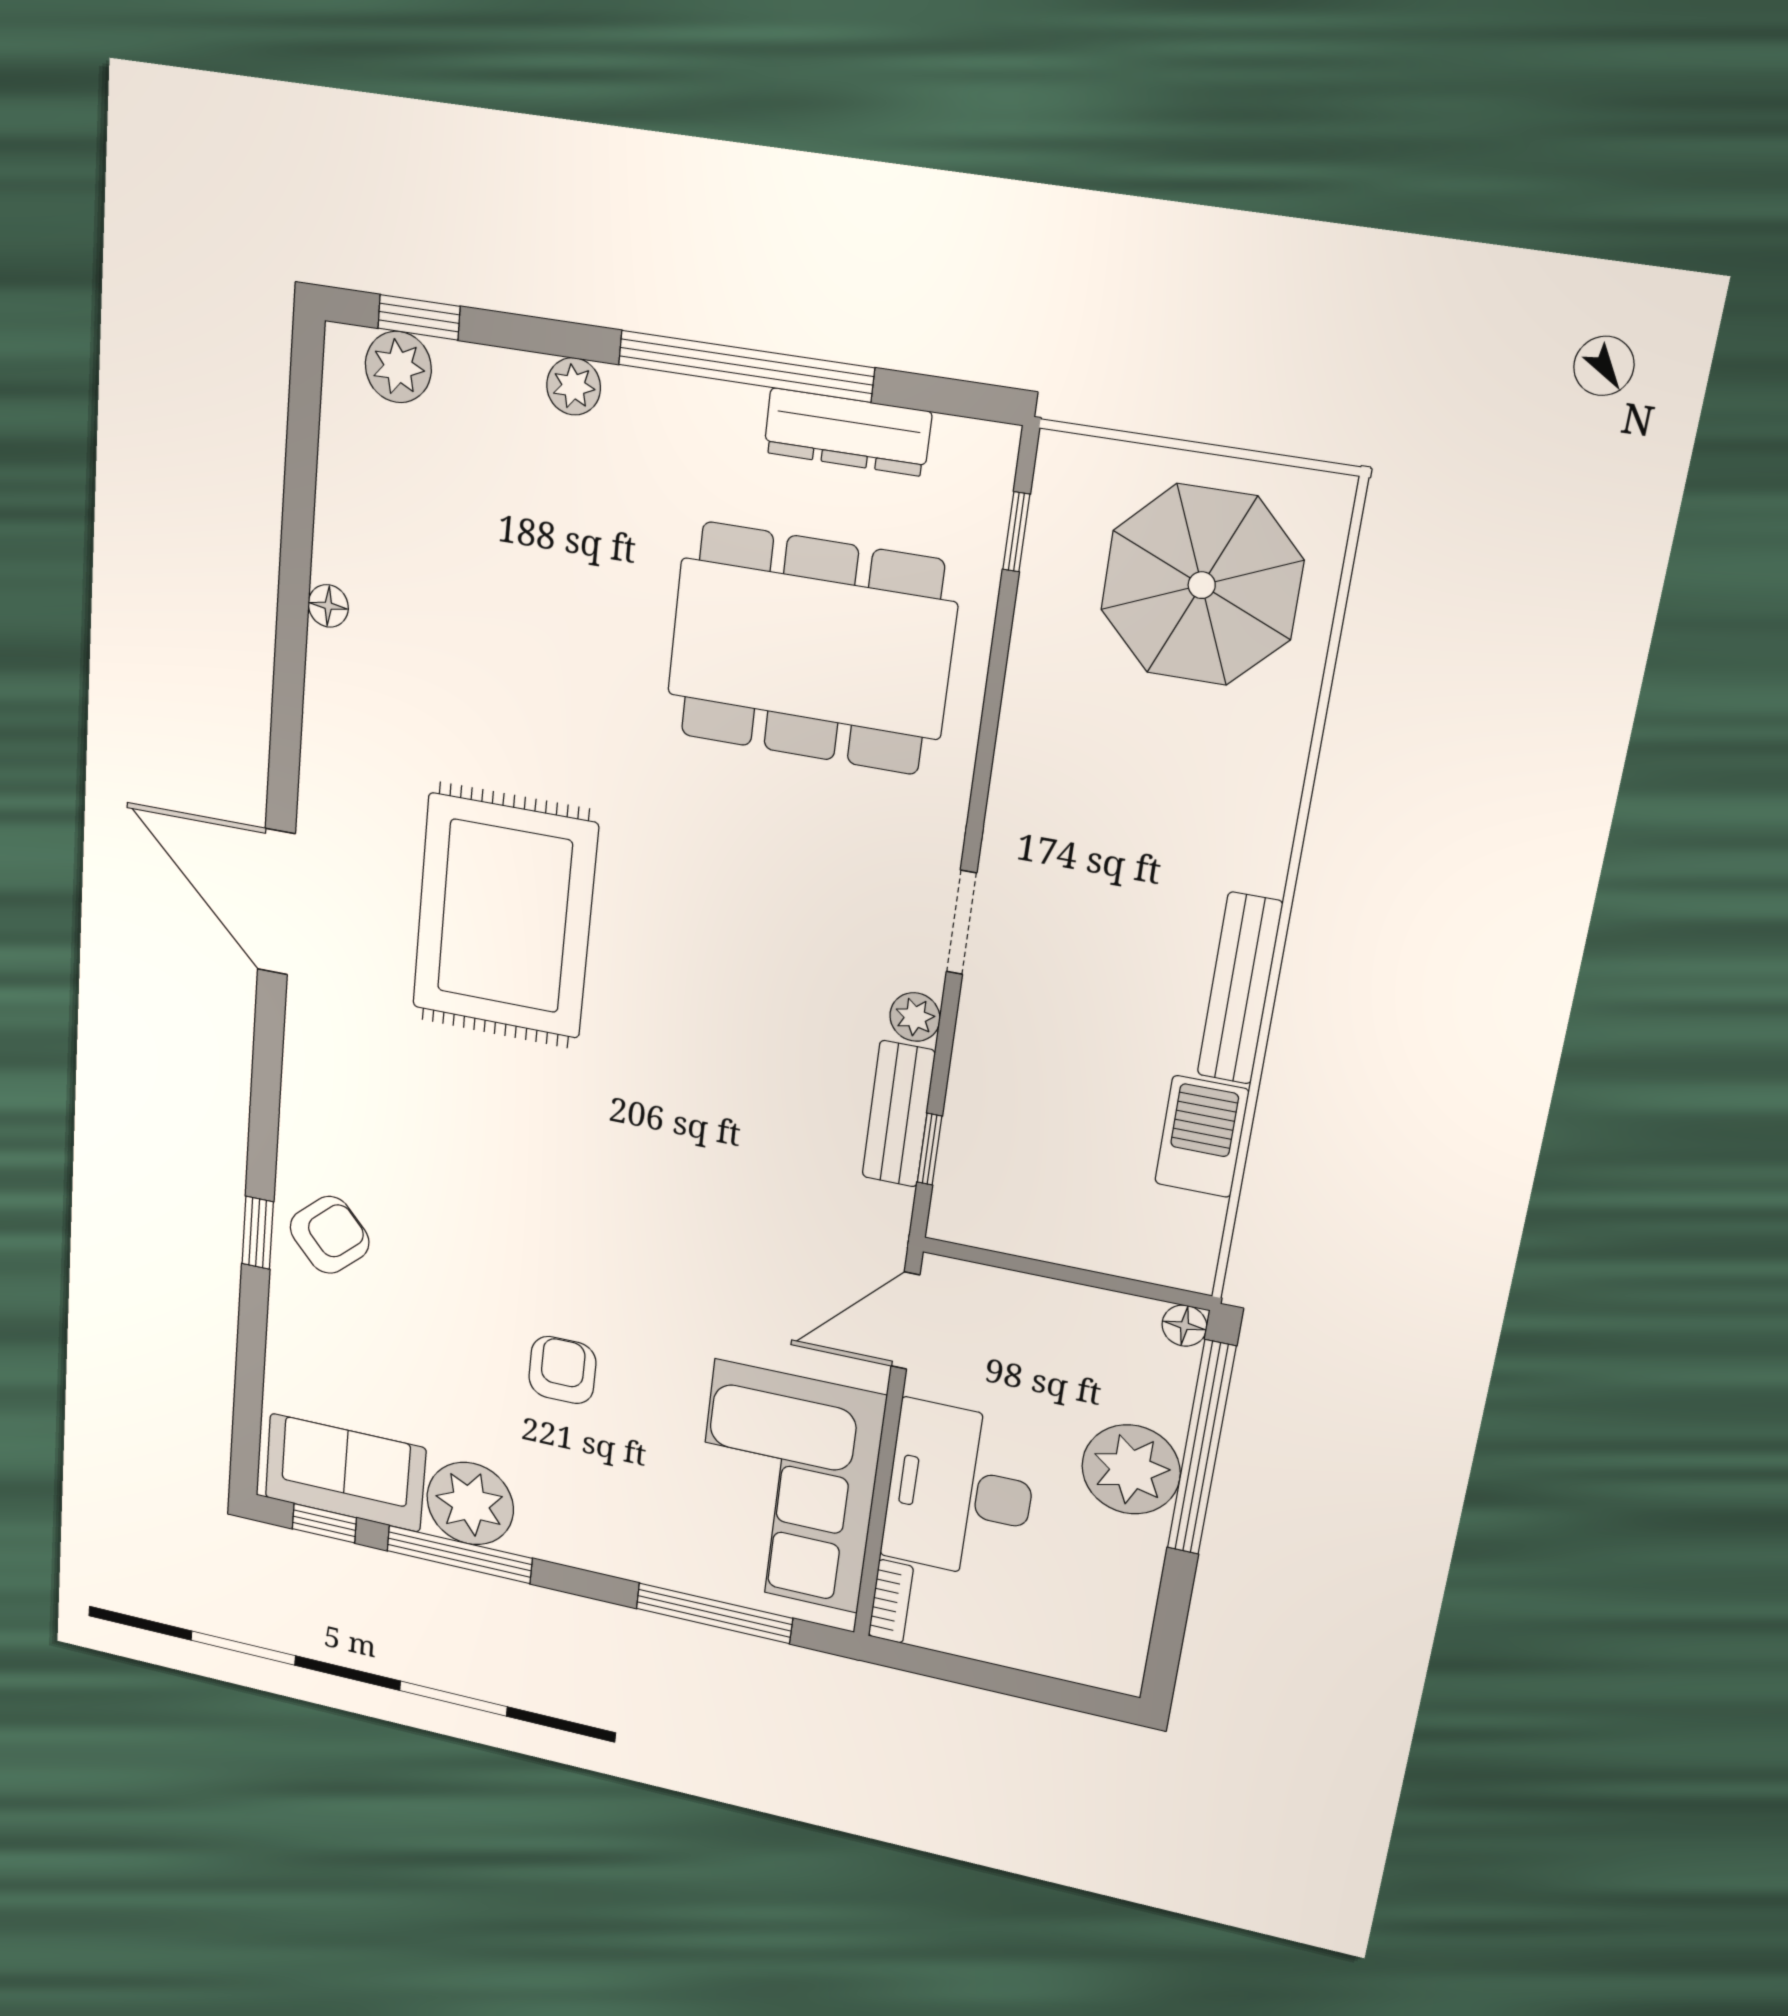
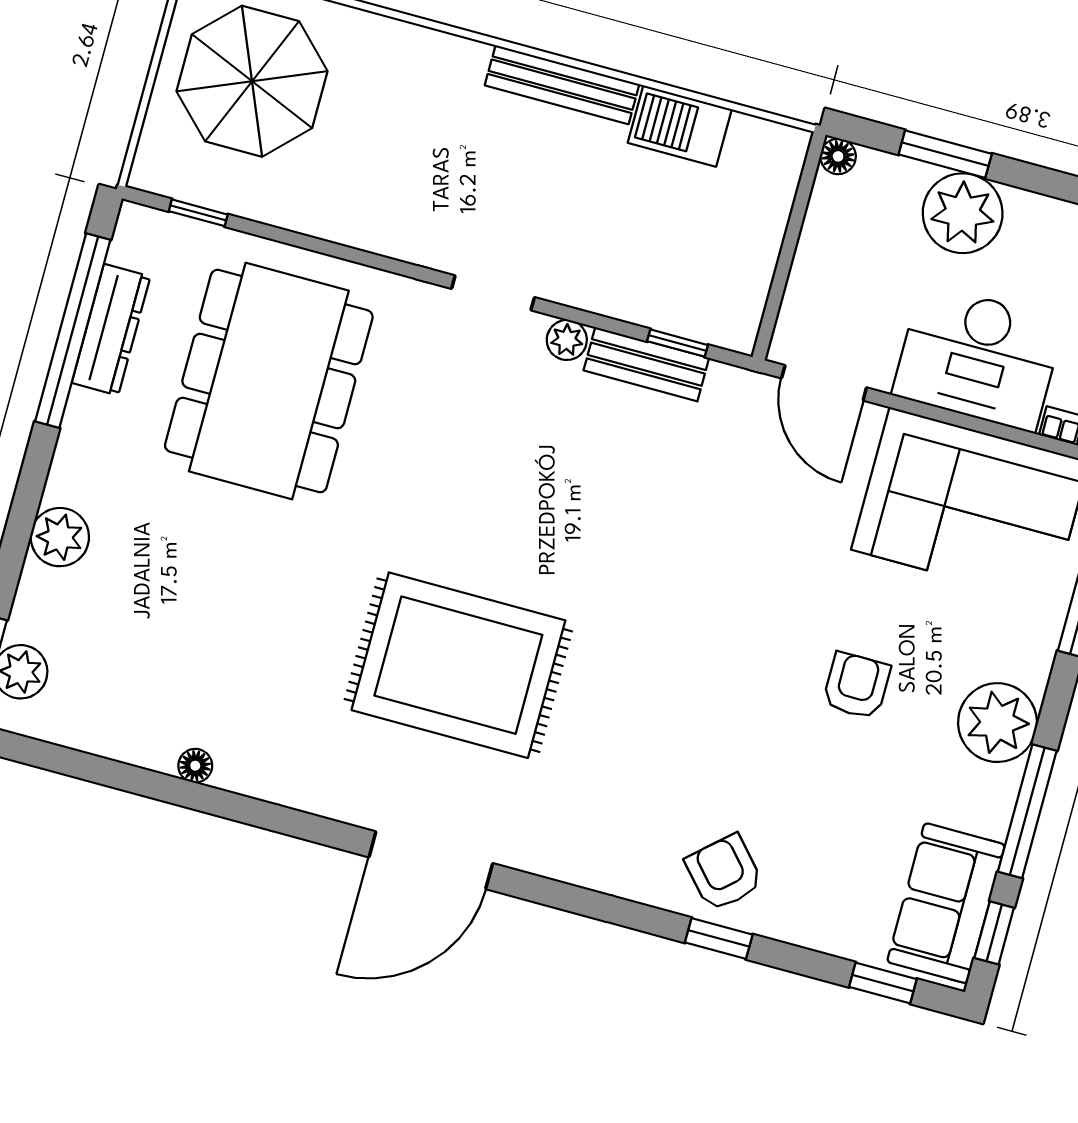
window: (746, 366) -> (73, 331), moved
plant: (574, 386) -> (60, 537), width x1.38, depth x1.38
armchair: (562, 1370) -> (856, 686), turned 90
window: (248, 1410) -> (883, 983), added
window: (1201, 1448) -> (945, 154), width x0.47
plant: (470, 1504) -> (997, 723), moved

